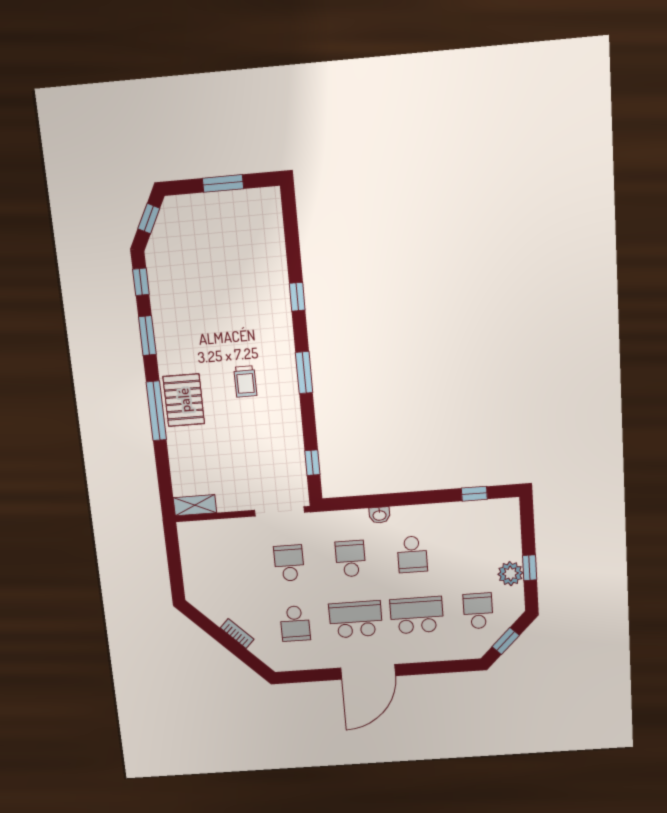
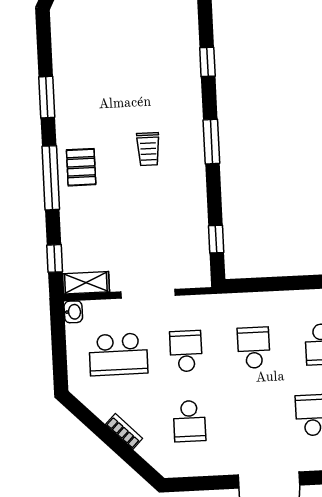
window: (141, 282) -> (55, 258), moved
pallet: (184, 400) -> (81, 167), width x0.67, depth x0.71
doorway: (279, 511) -> (148, 294), moved
washbasin: (379, 515) -> (73, 312), moved, turned -90
school desk: (356, 619) -> (118, 354), moved, turned 180

